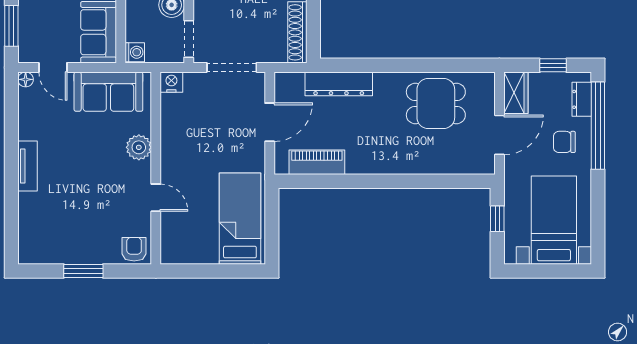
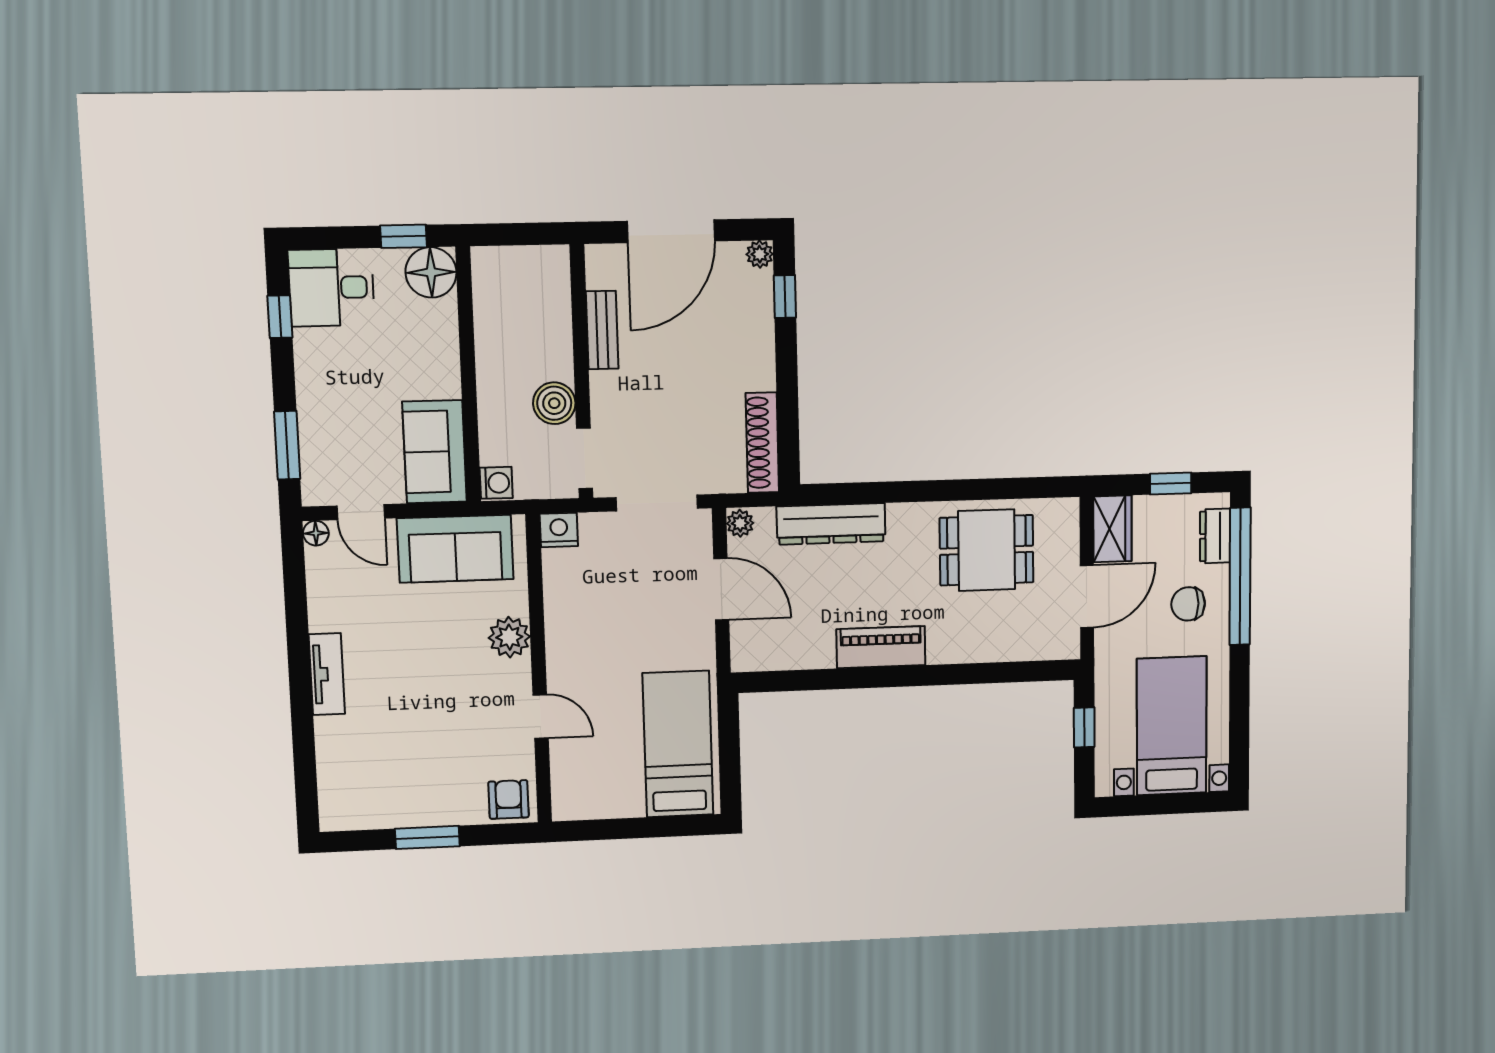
plant: (282, 82) -> (740, 523), added
door: (270, 122) -> (721, 589), hinge flipped
piano: (317, 162) -> (881, 647), moved

